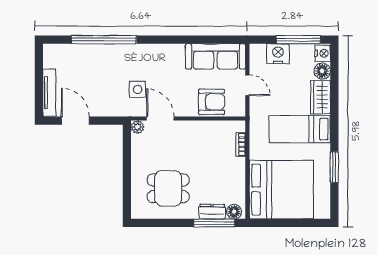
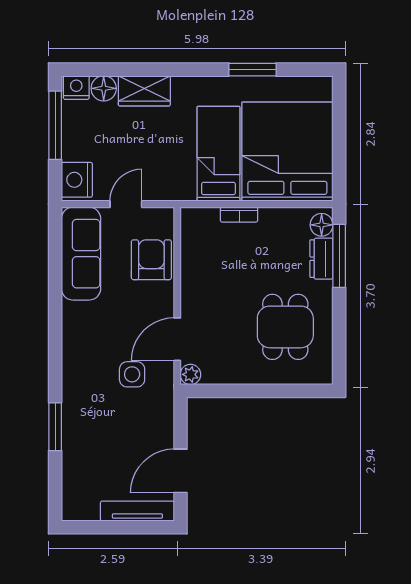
window: (104, 40) -> (55, 427), width x0.47
nightstand: (278, 54) -> (77, 180), moved
bed: (300, 129) -> (218, 154), moved, turned 180
bookcase: (241, 145) -> (239, 215), moved

